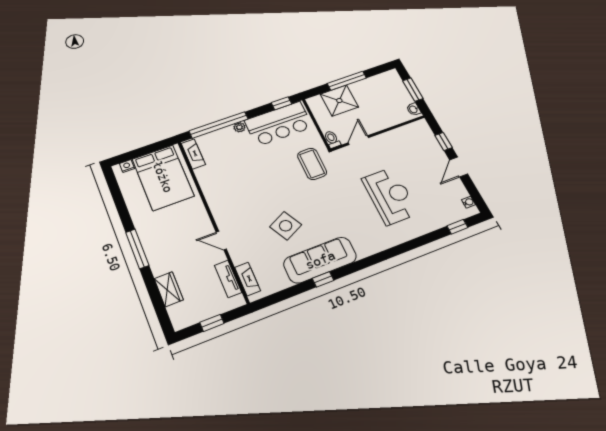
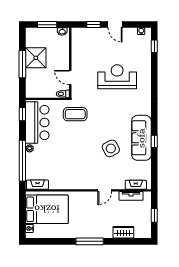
shower: (339, 101) -> (36, 58), moved

